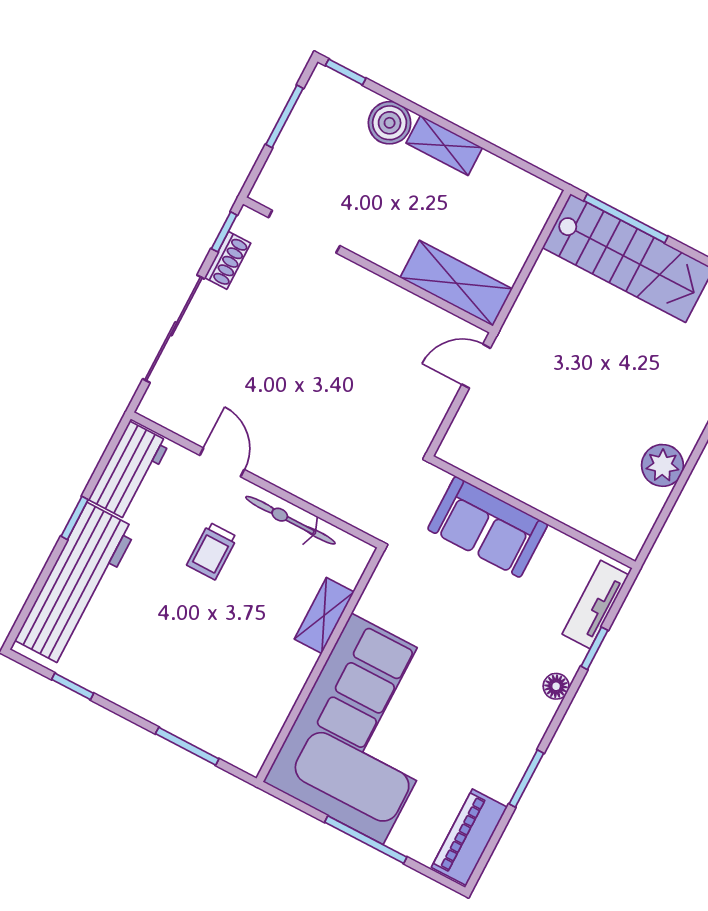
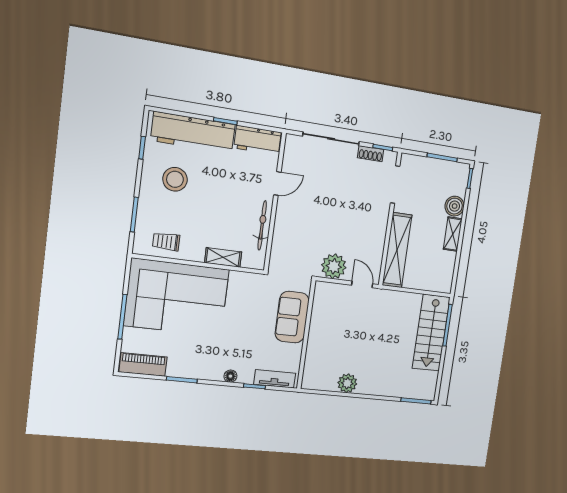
shelving: (456, 283) -> (397, 250), width x1.47
plant: (419, 410) -> (334, 266), added
trolley: (212, 551) -> (166, 242), moved
stool: (149, 649) -> (175, 179), added

